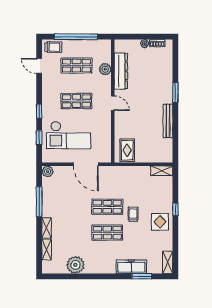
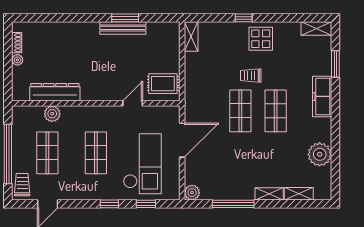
window: (175, 93) -> (125, 18), moved
door: (113, 103) -> (133, 103), moved
freezer: (131, 267) -> (322, 96), moved

